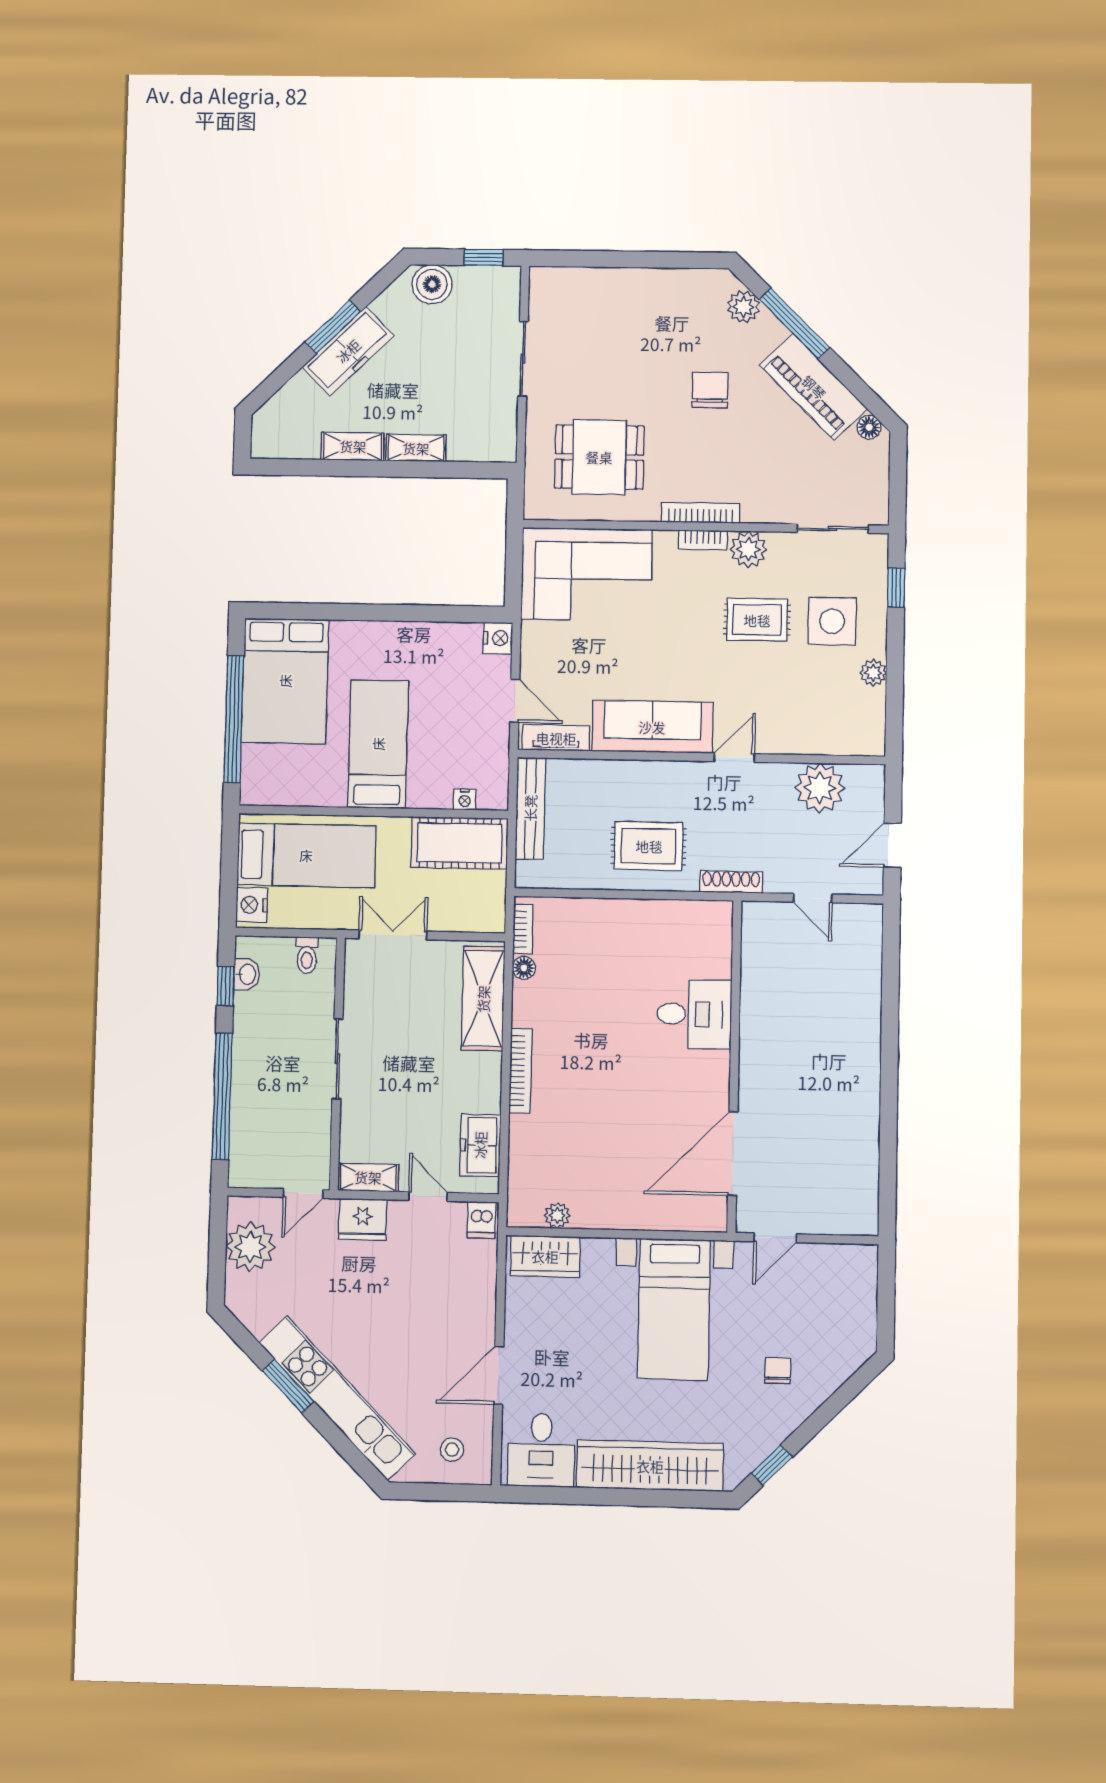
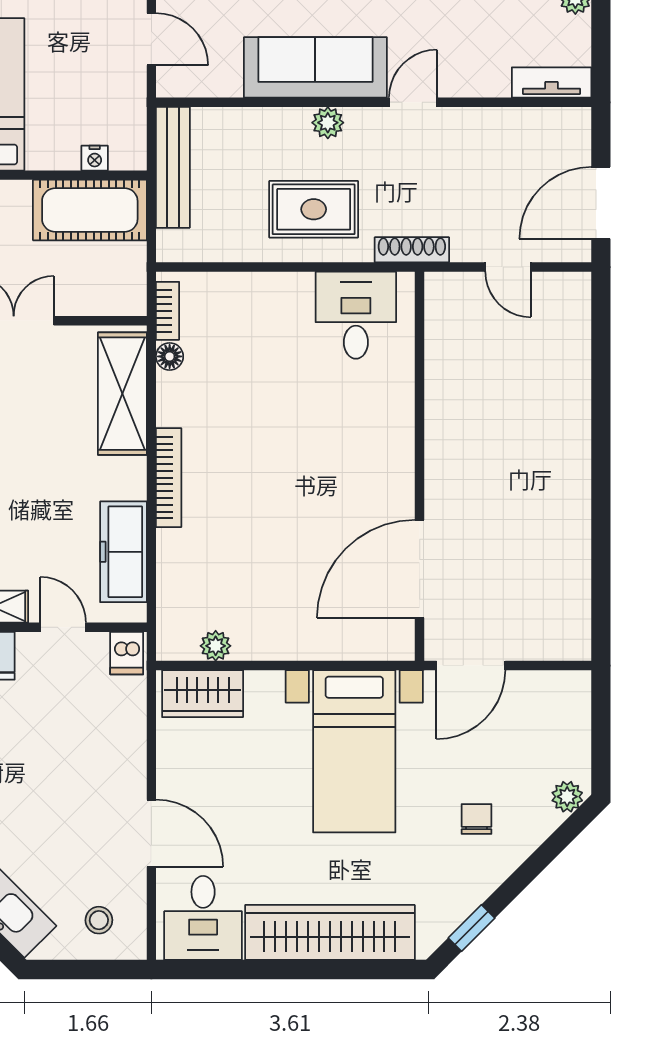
tv unit: (556, 738) -> (552, 83), moved
plant: (820, 788) -> (328, 123), moved, width x0.53, depth x0.53
door: (892, 845) -> (601, 203), width x1.38
desk: (694, 1014) -> (356, 315), moved, turned -90
freezer: (480, 1145) -> (123, 552), width x1.40
door: (775, 1238) -> (471, 666), width x1.38
plant: (856, 1353) -> (567, 797), added
door: (499, 1375) -> (151, 833), swing flipped

